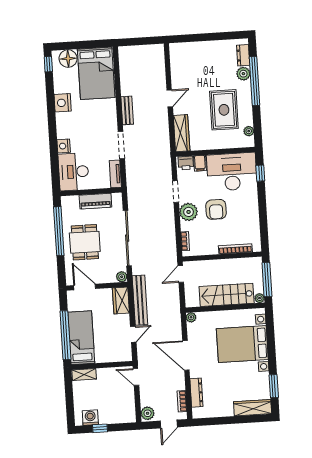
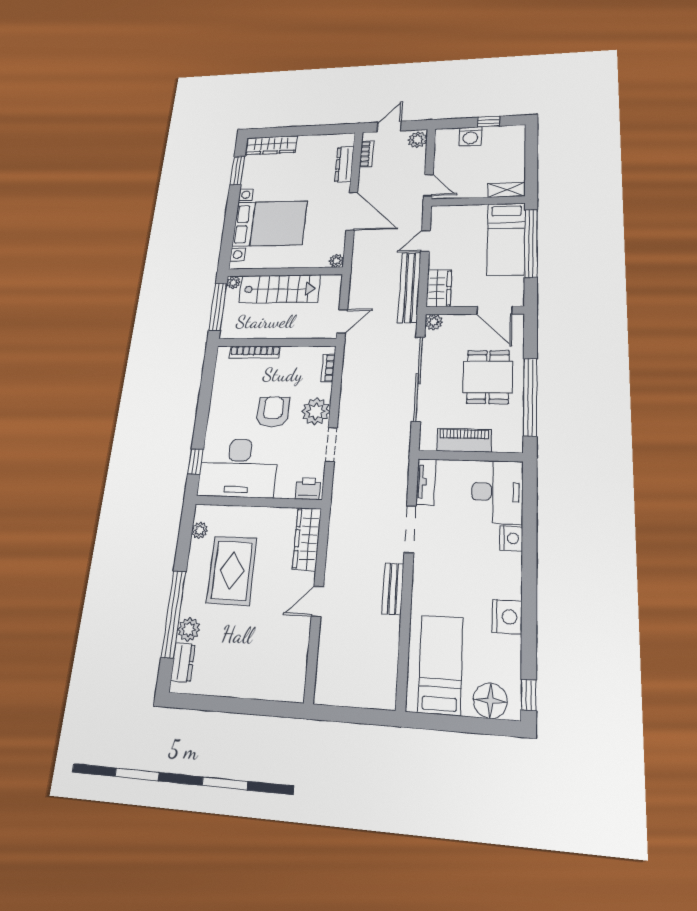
bed: (96, 73) -> (441, 665), width x0.67
filing cabinet: (200, 163) -> (285, 486), removed
washing machine: (90, 418) -> (470, 136), moved

